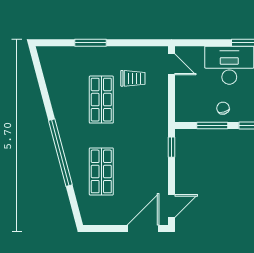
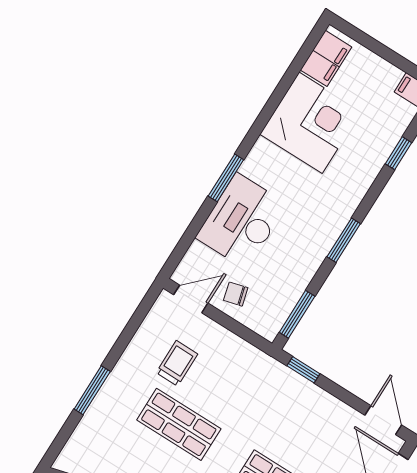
chair: (223, 108) -> (236, 294), moved
window: (212, 125) -> (297, 314), moved

